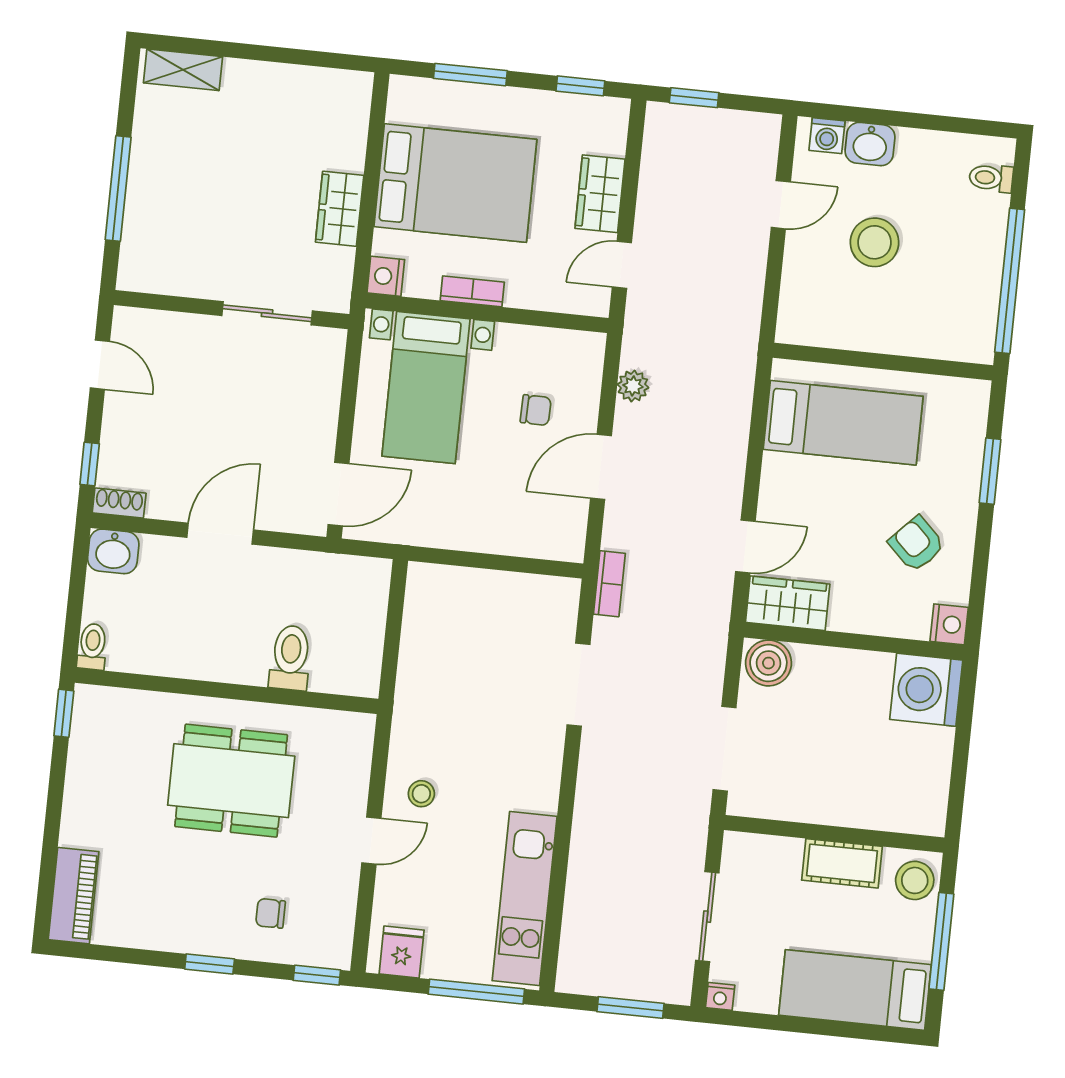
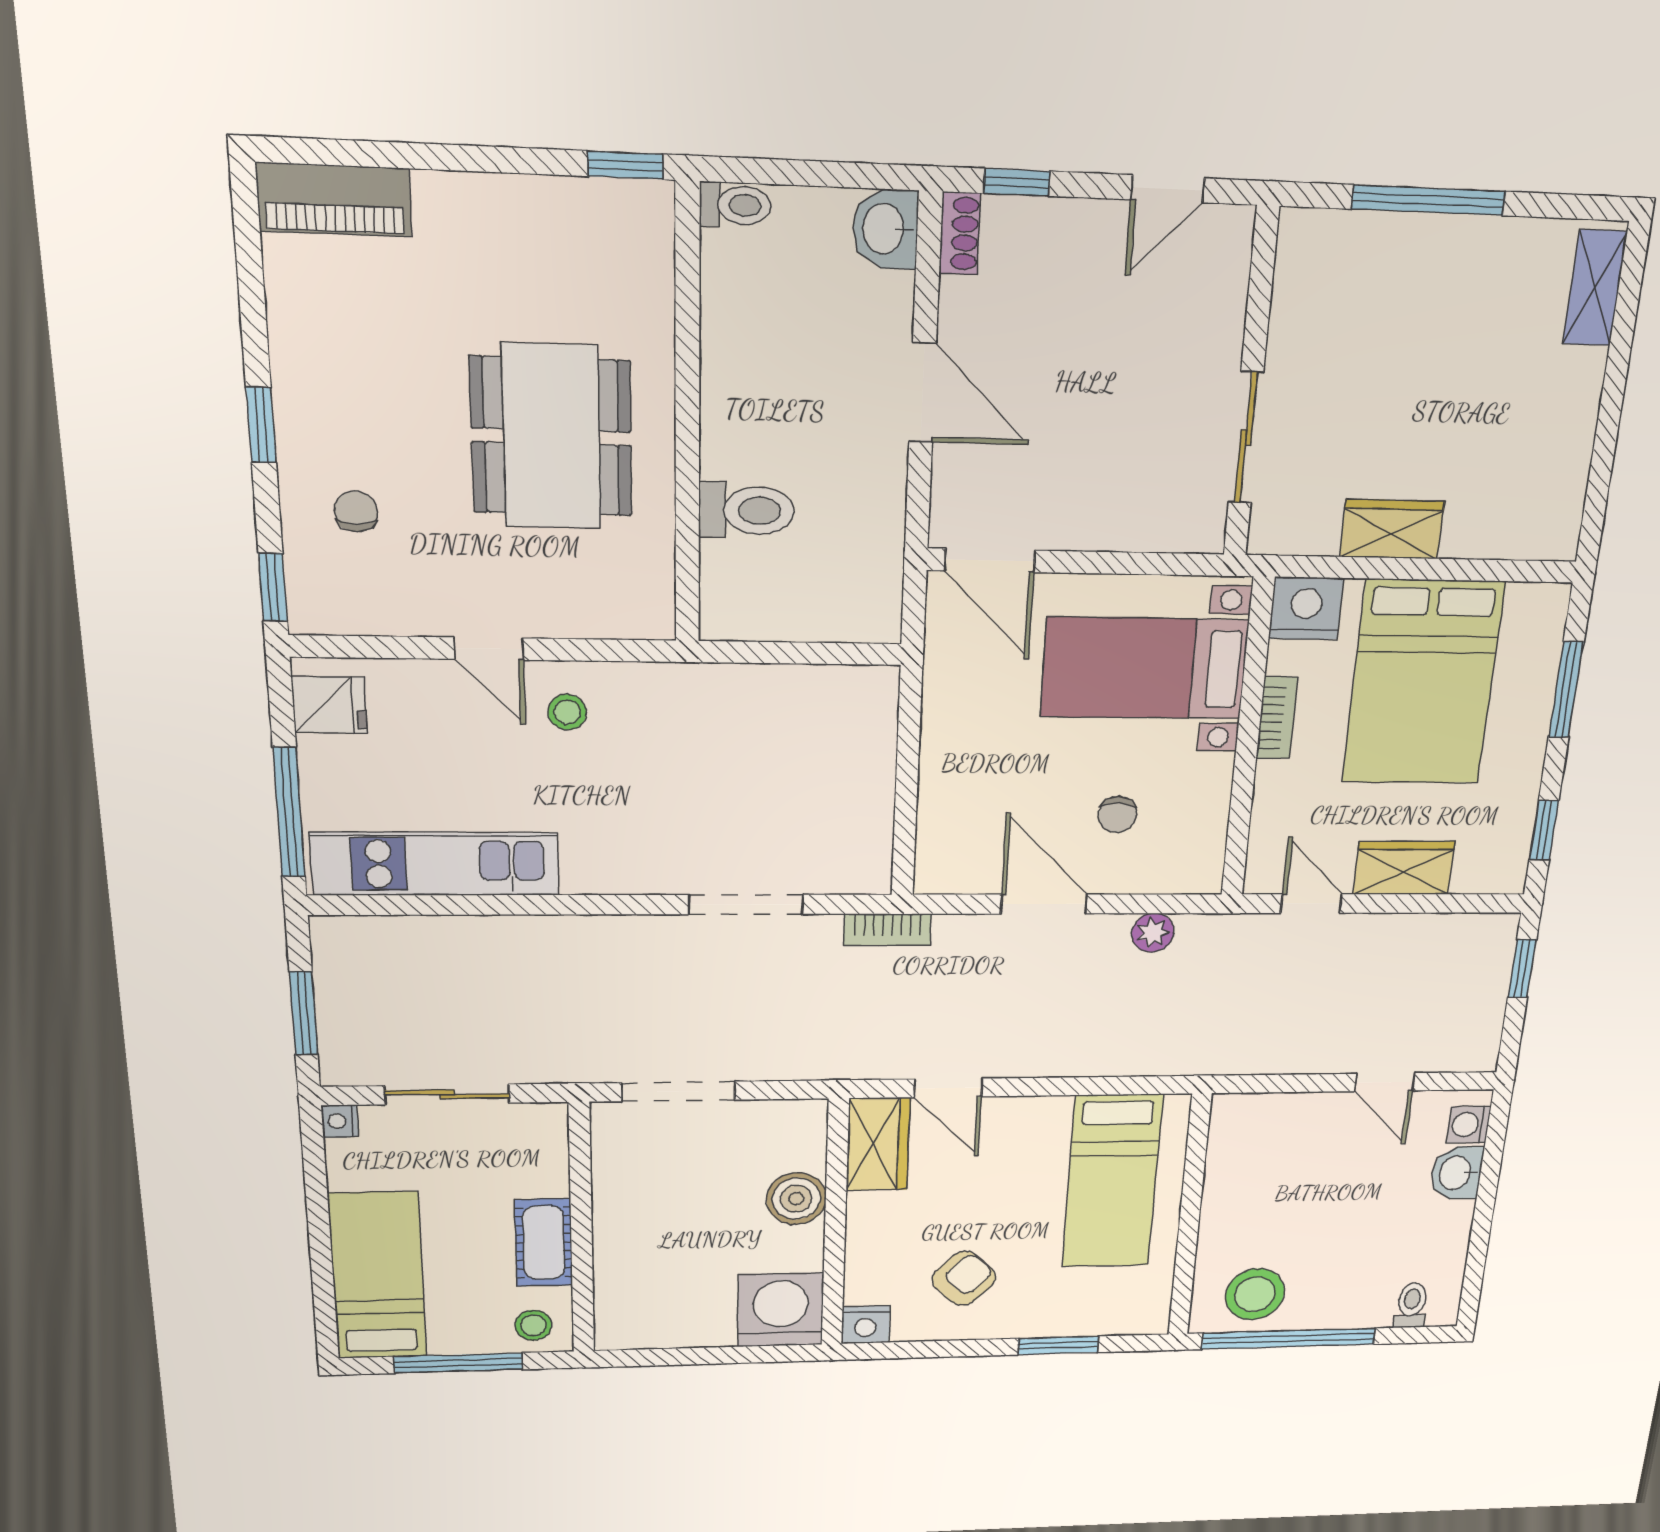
stool: (874, 242) -> (1255, 1294), moved
nightstand: (386, 276) -> (1306, 608), width x1.36, depth x1.33
boiler: (768, 663) -> (796, 1199), moved
stool: (915, 880) -> (533, 1325), width x0.73, depth x0.73

